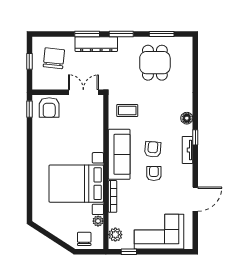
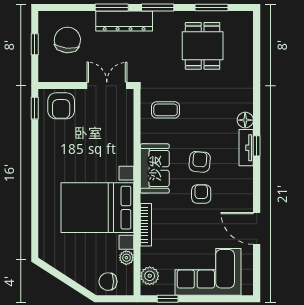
tv unit: (188, 150) -> (246, 148), moved
sofa: (119, 154) -> (155, 168), width x0.73
door: (195, 199) -> (257, 228), swing flipped
chair: (84, 239) -> (108, 282), turned -90

